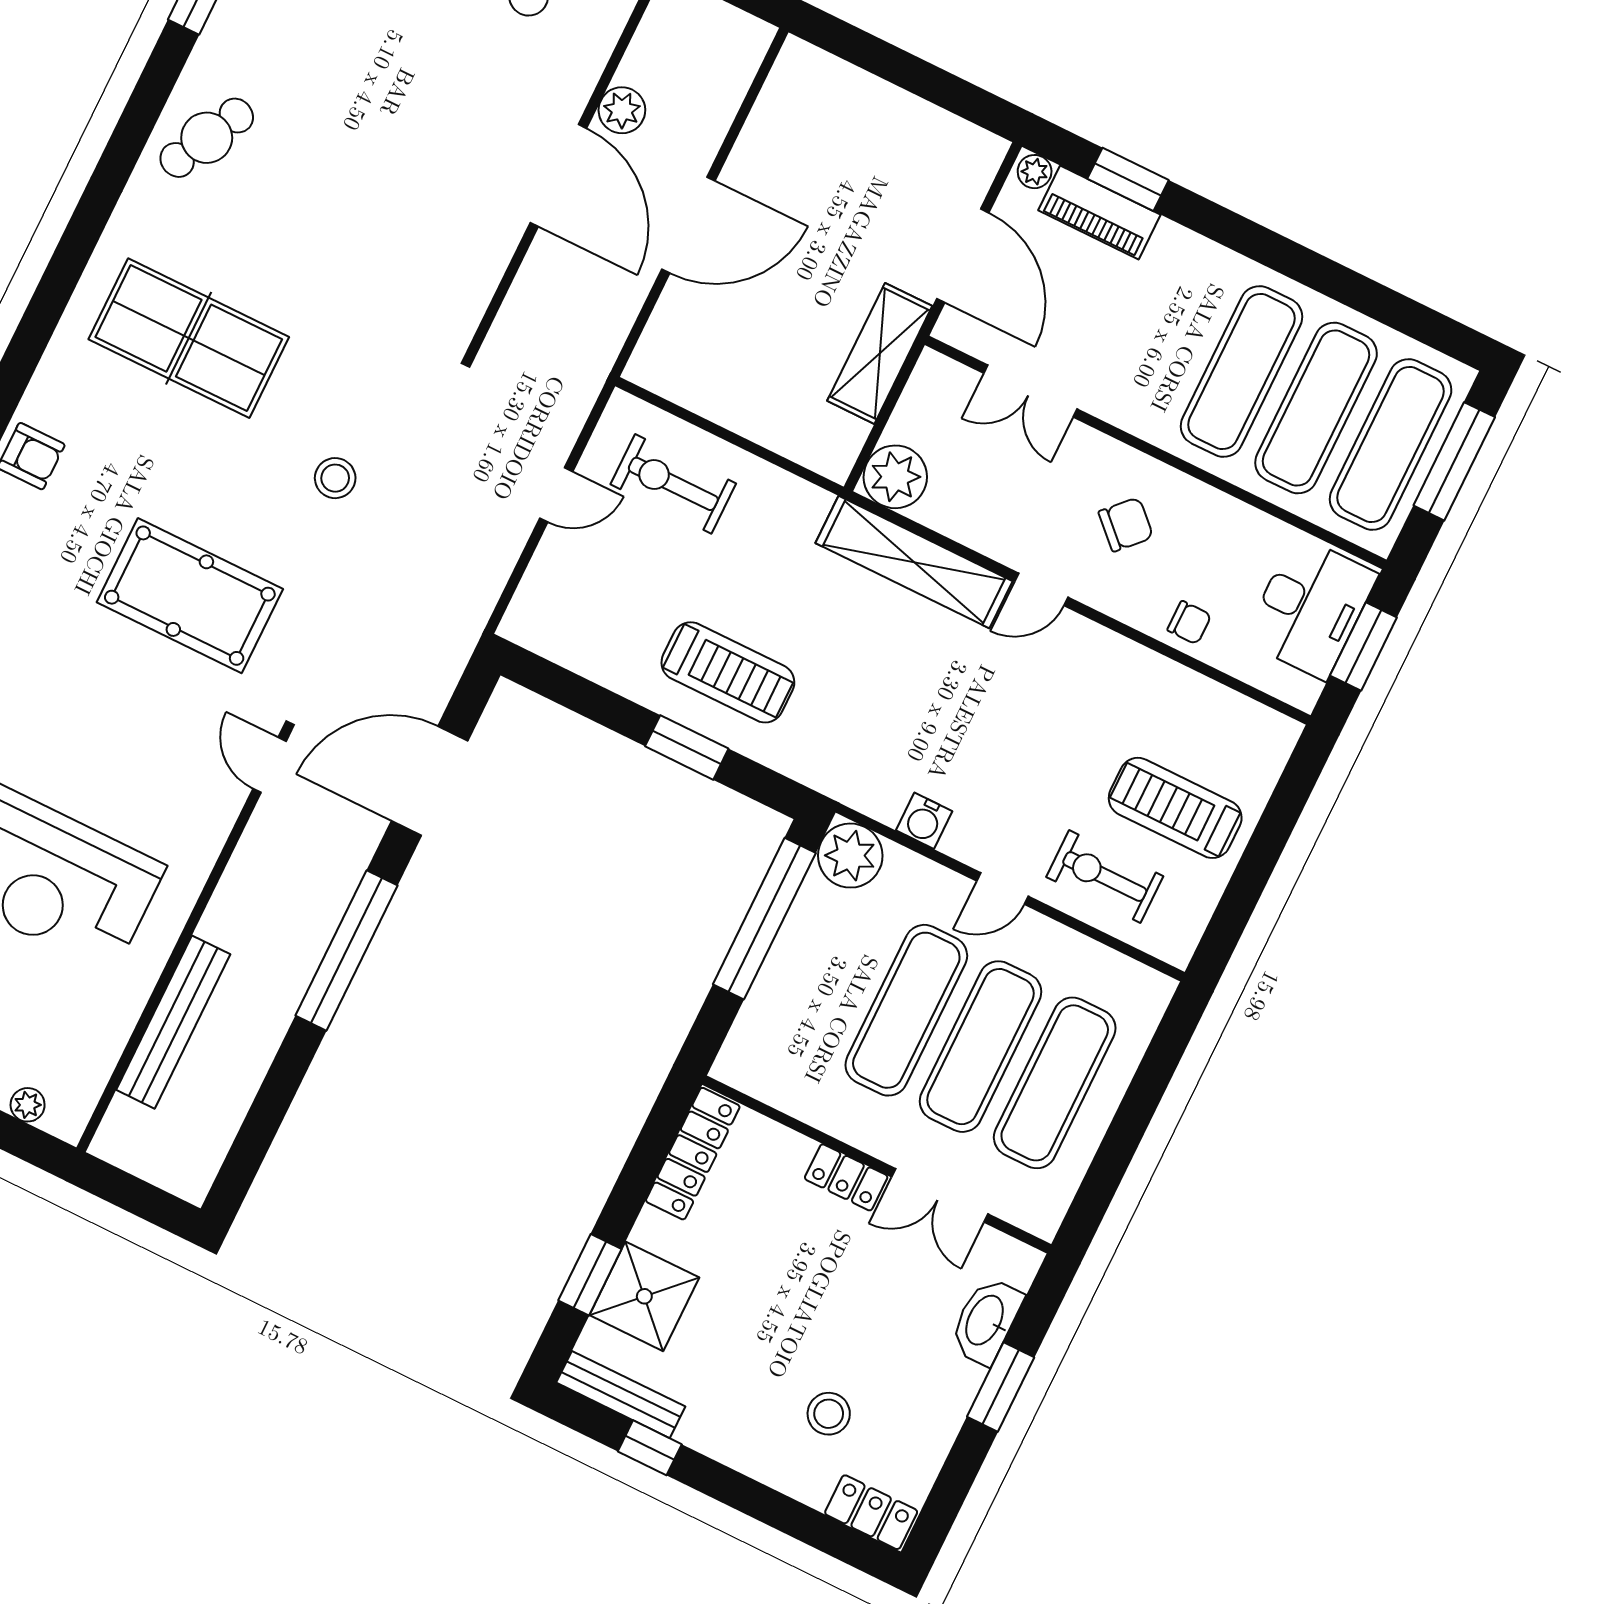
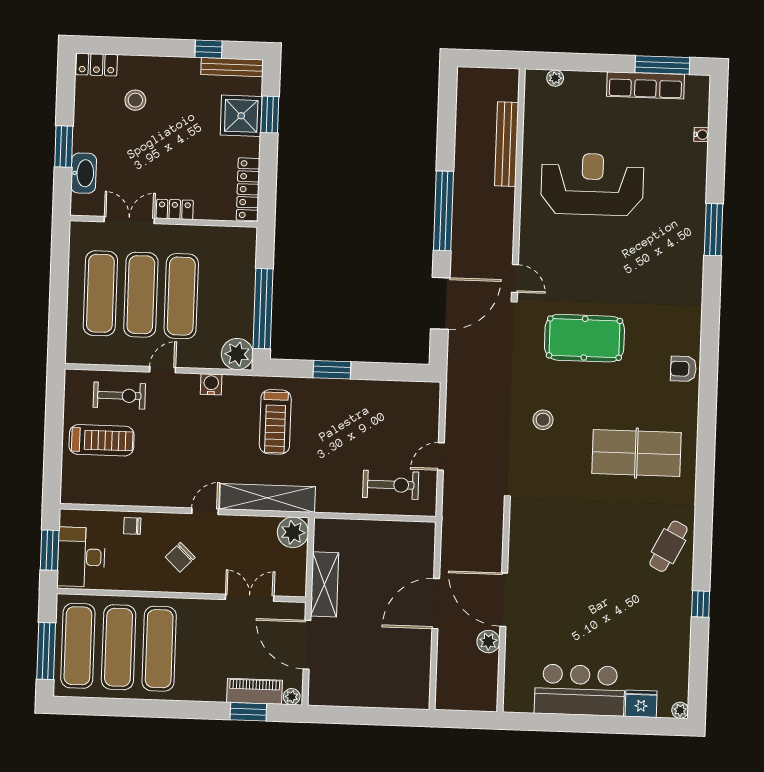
treadmill: (728, 672) -> (275, 422), moved, turned -90

